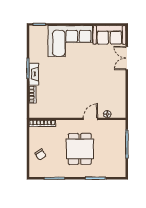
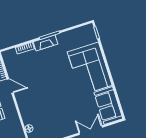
door: (90, 119) -> (10, 86), moved

